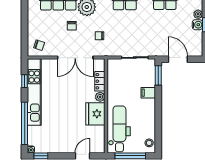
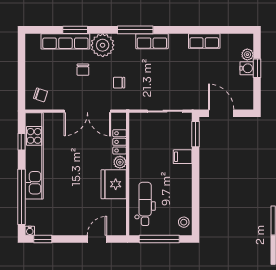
dental chair: (119, 129) -> (145, 204), width x0.73, depth x0.72

